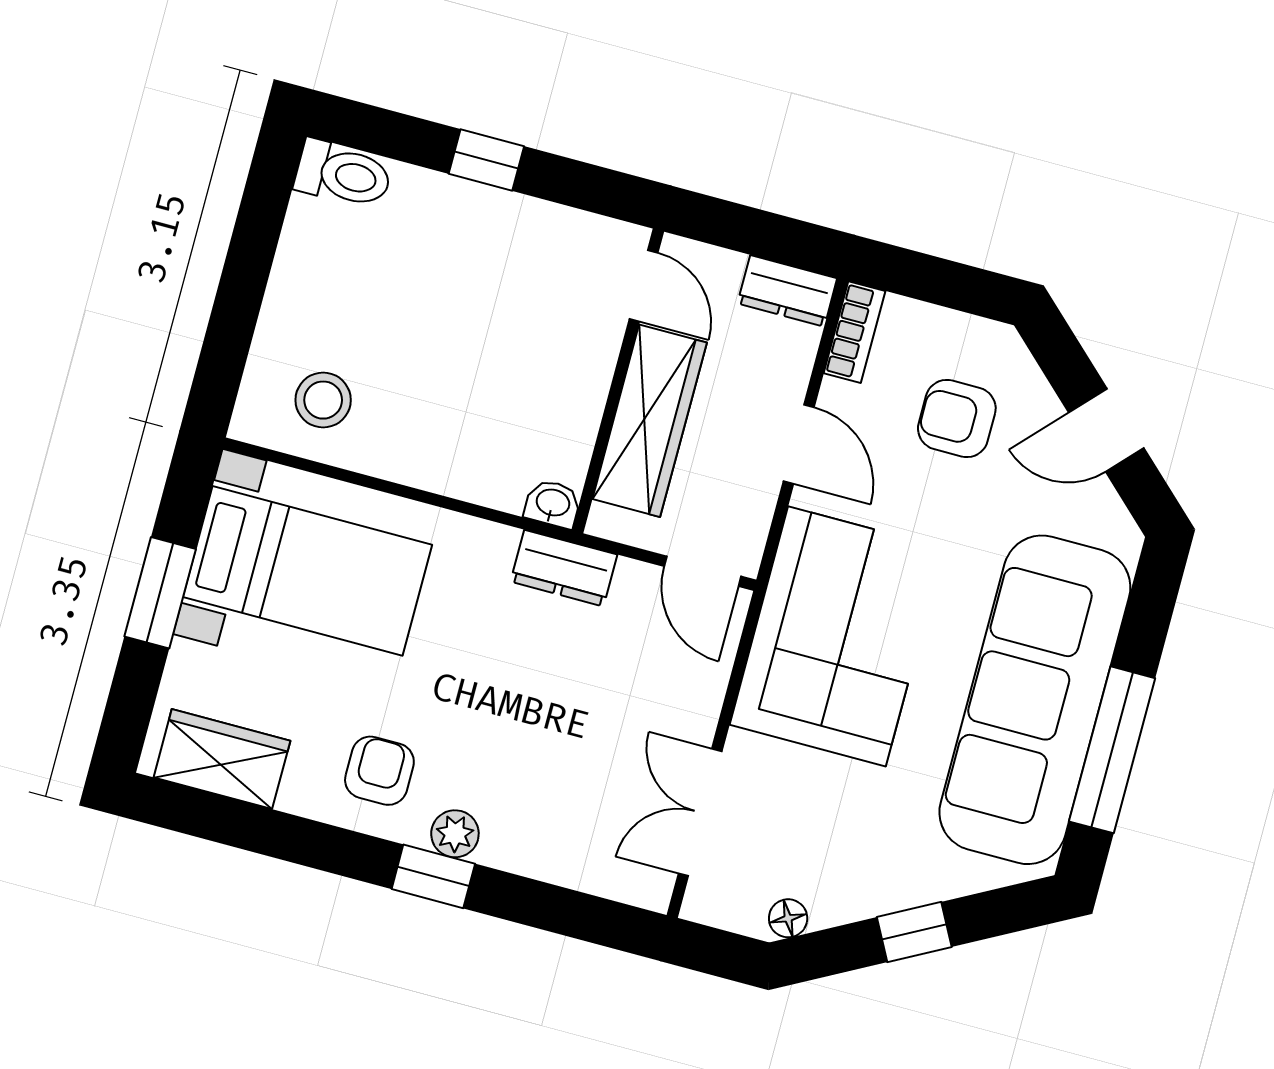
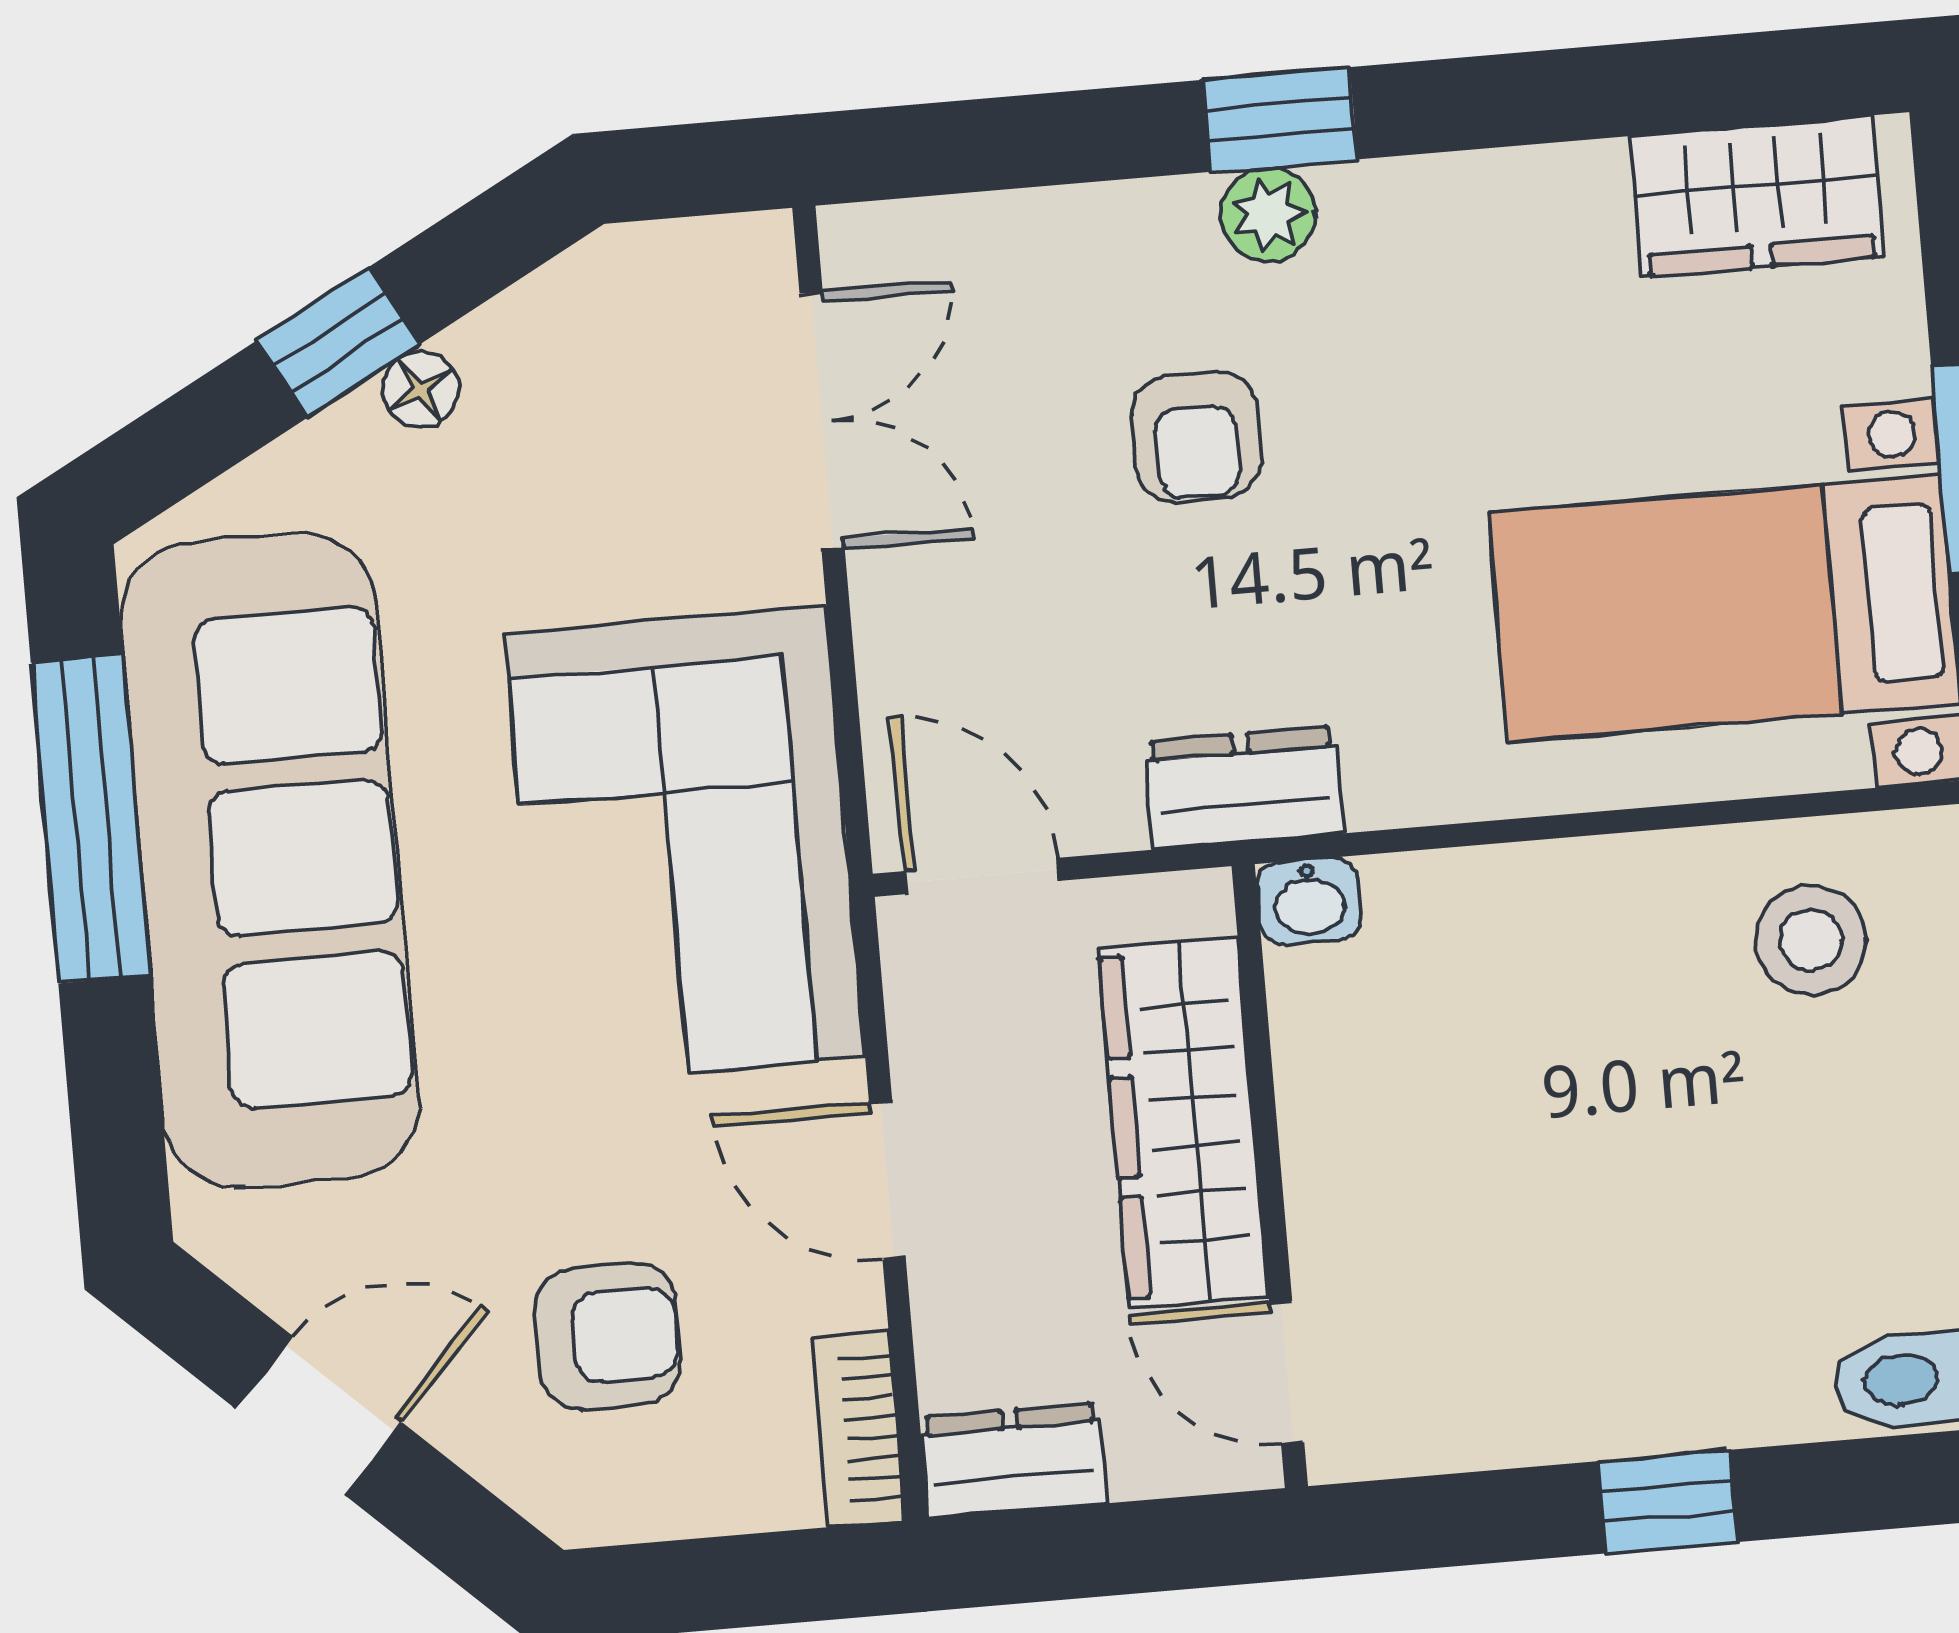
armchair: (379, 771) -> (1196, 437), moved
floor lamp: (788, 918) -> (420, 390), moved

